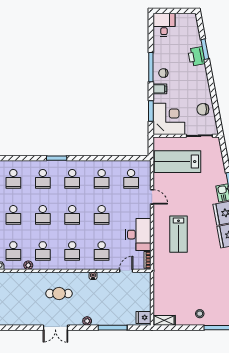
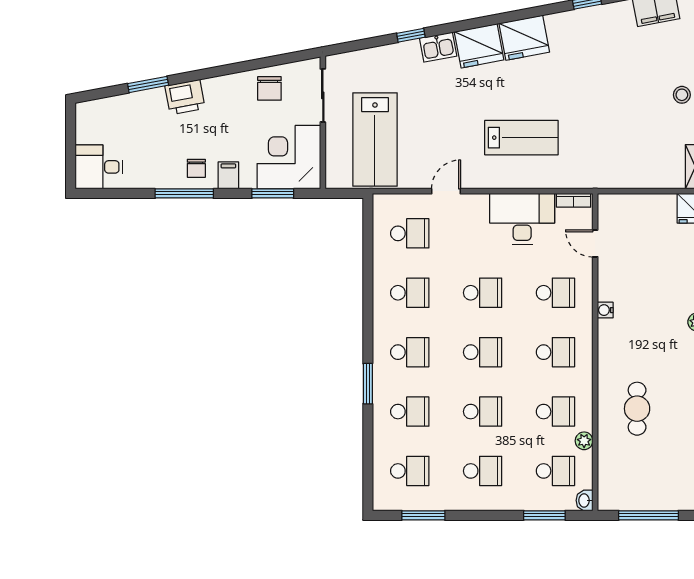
printer: (196, 56) -> (185, 97), moved
cafe table: (59, 294) -> (637, 409), moved

